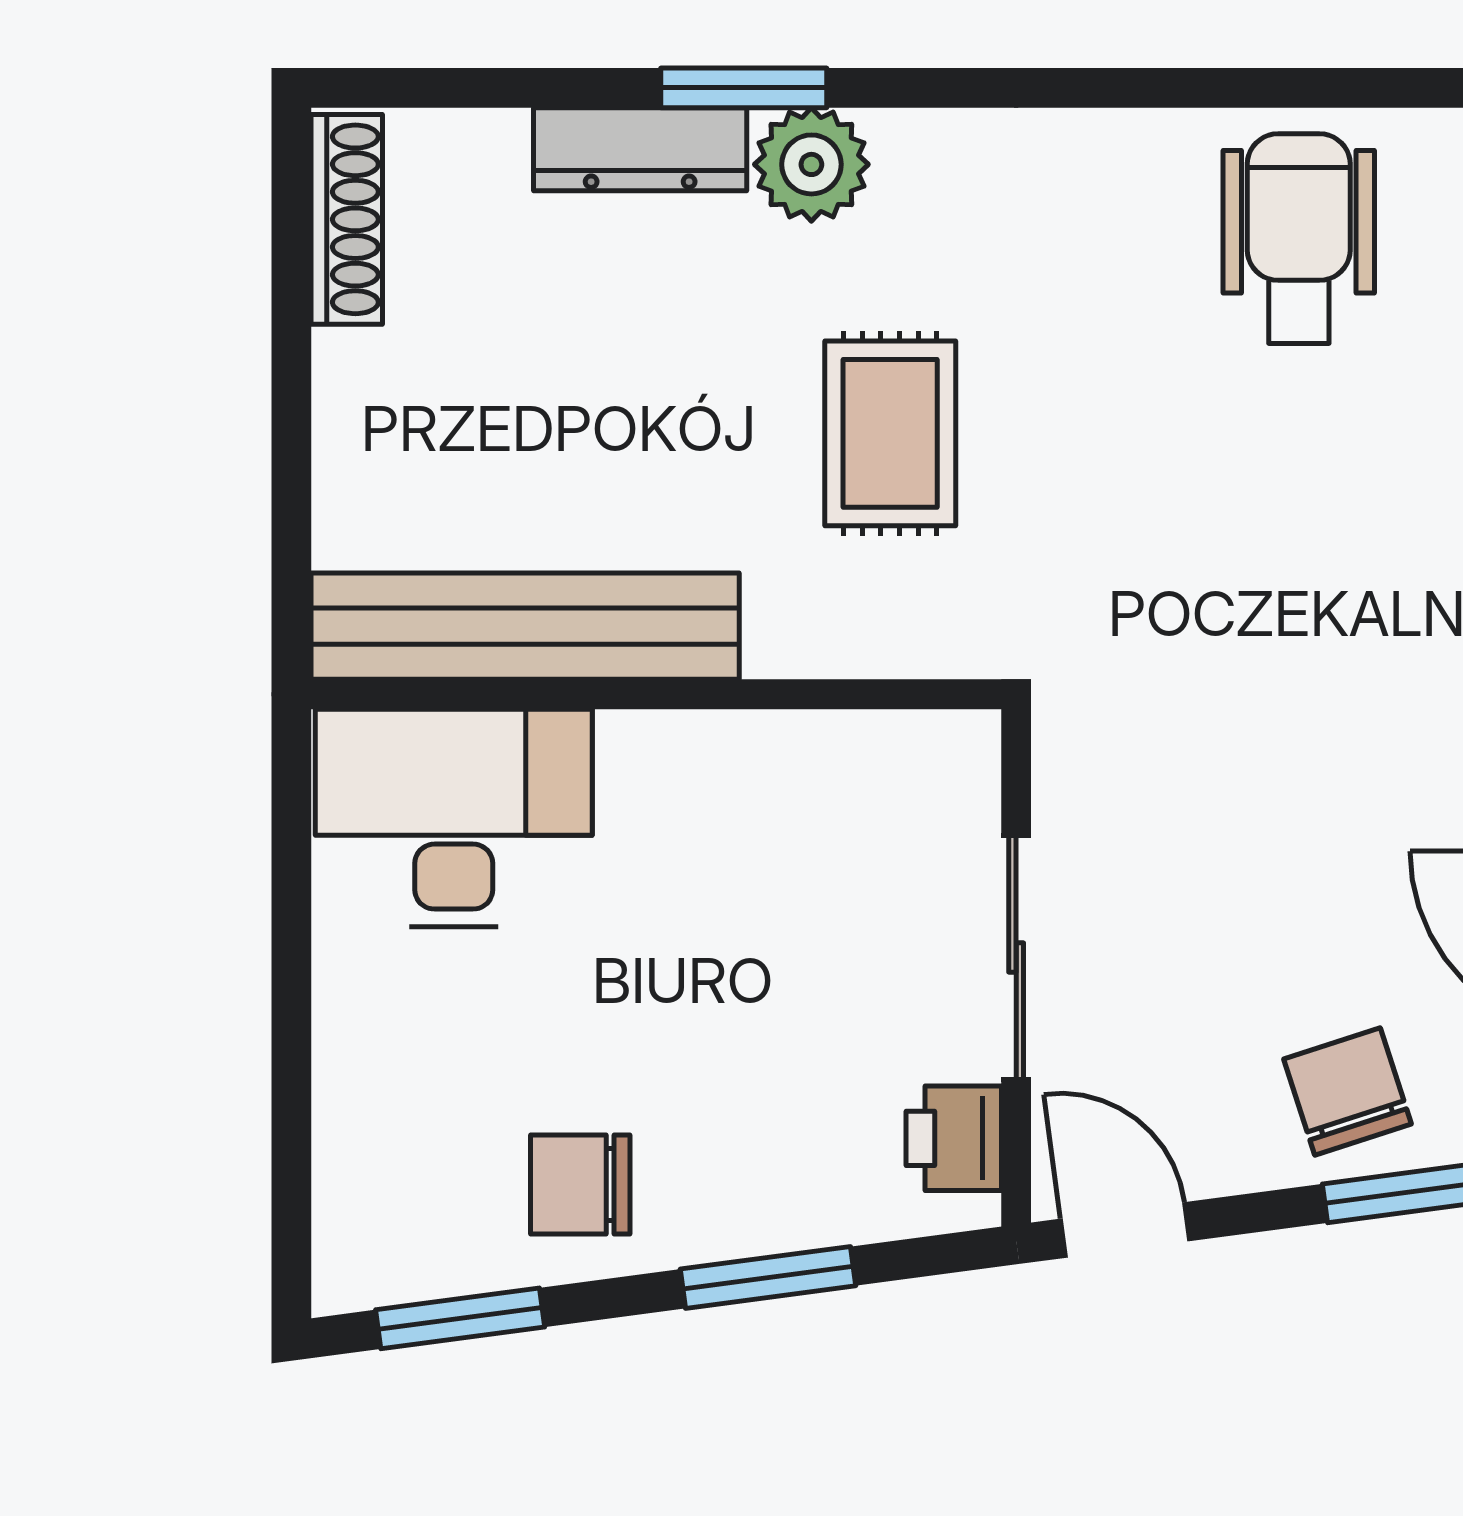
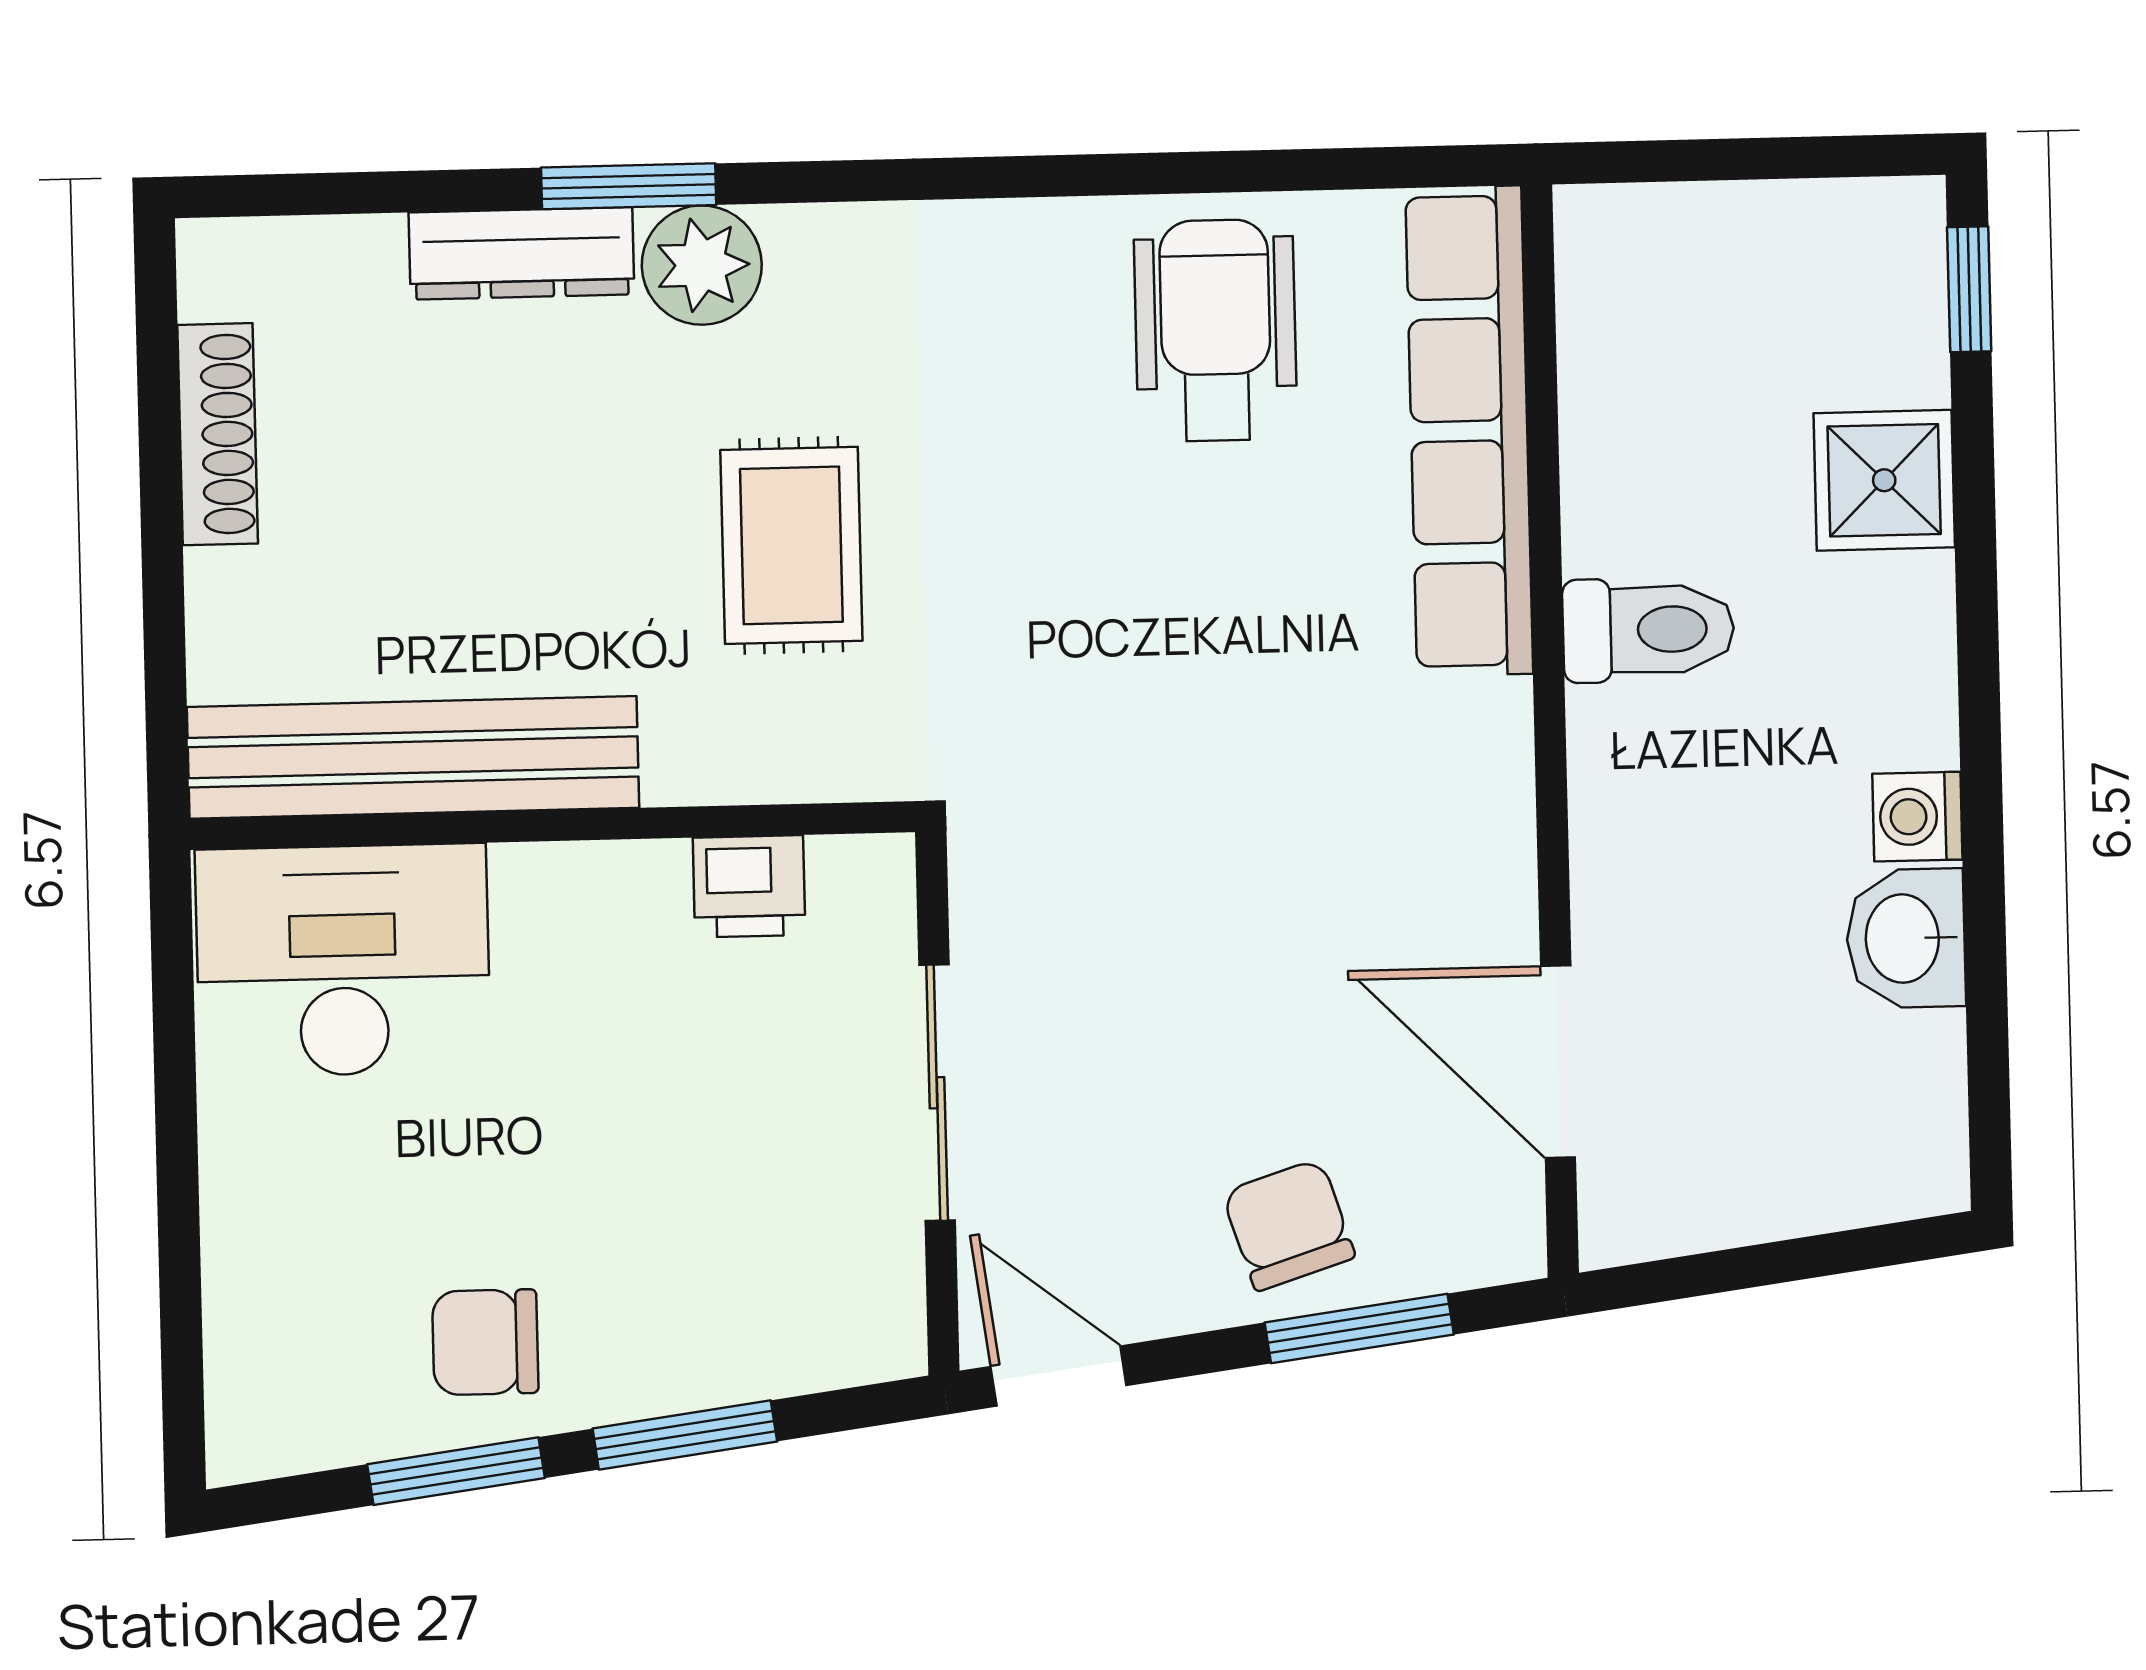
shoe rack: (347, 219) -> (218, 434), moved
printer: (954, 1138) -> (749, 886), moved, turned -90
window: (460, 1318) -> (456, 1471), moved

